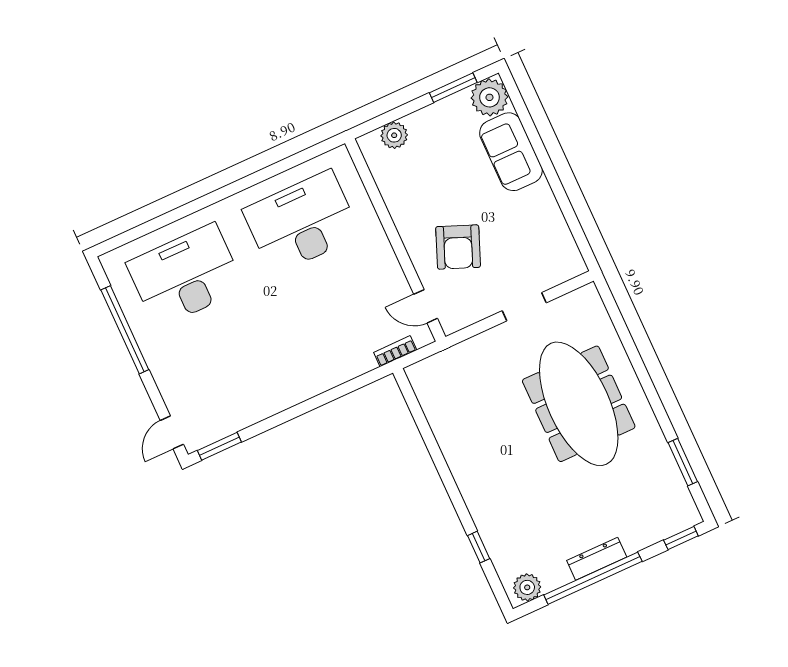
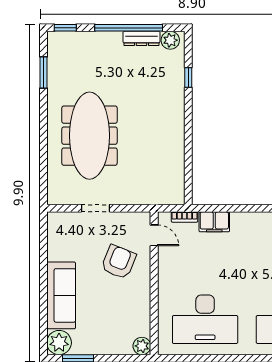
plant: (394, 135) -> (142, 346), moved
sofa: (511, 152) -> (61, 295), width x1.36
filing cabinet: (351, 363) -> (214, 222), added
dresser: (597, 559) -> (141, 38), moved

